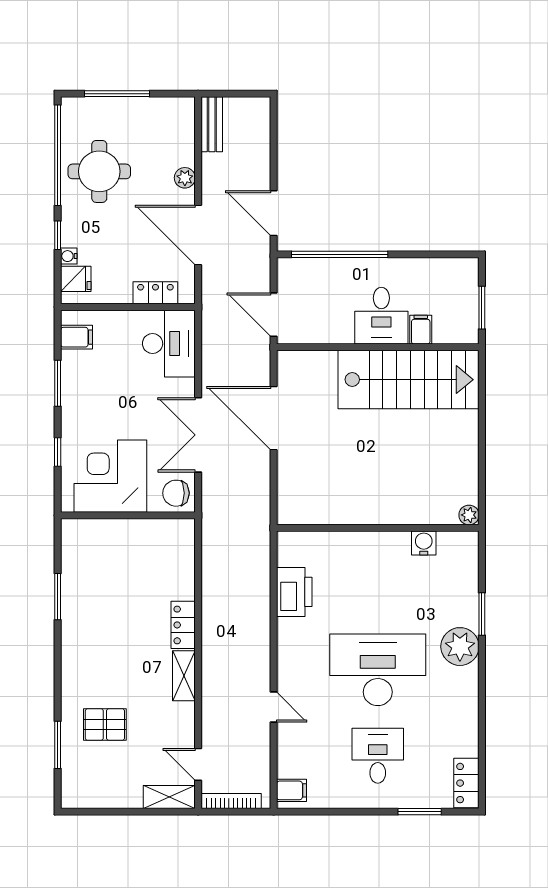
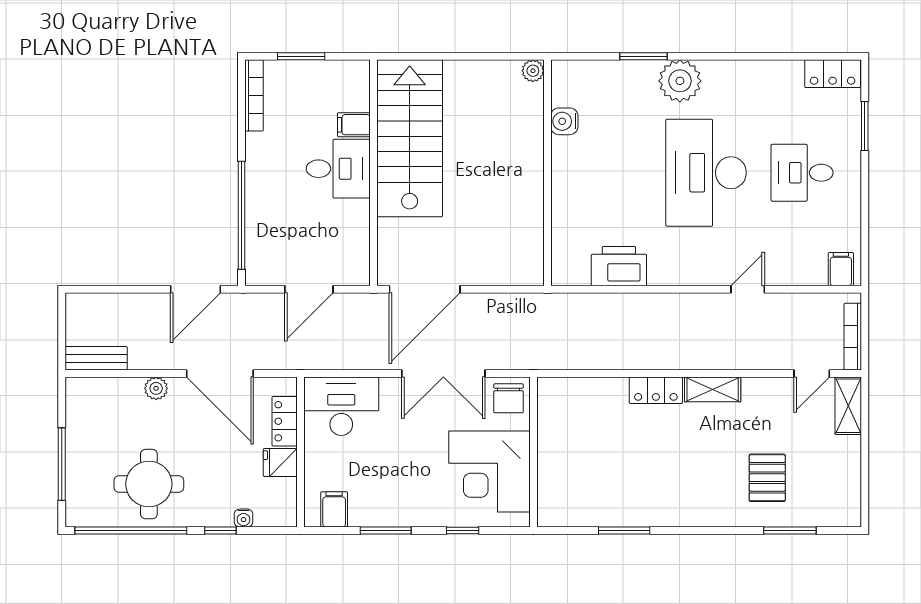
door: (198, 235) -> (220, 373), hinge flipped
bookcase: (447, 265) -> (254, 95), added
fridge: (76, 279) -> (280, 462), moved, turned -90
desk: (381, 316) -> (338, 169), moved
filing cabinet: (421, 330) -> (354, 125), moved
wall: (378, 347) -> (373, 173), moved
stairs: (409, 380) -> (410, 138), moved

